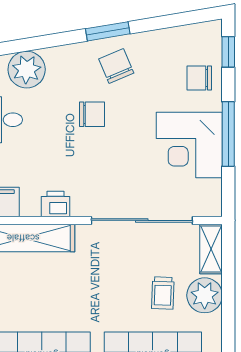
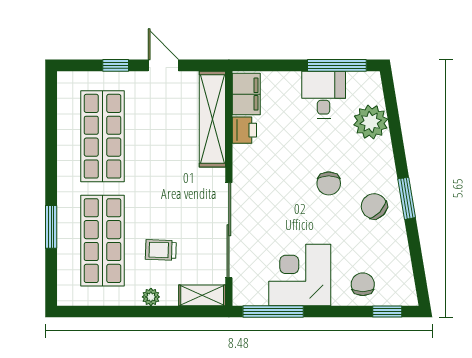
chair: (116, 66) -> (374, 206), turned -114
window: (228, 134) -> (273, 311), moved
printer: (56, 204) -> (244, 130), moved
plant: (205, 295) -> (151, 297), width x0.53, depth x0.53

